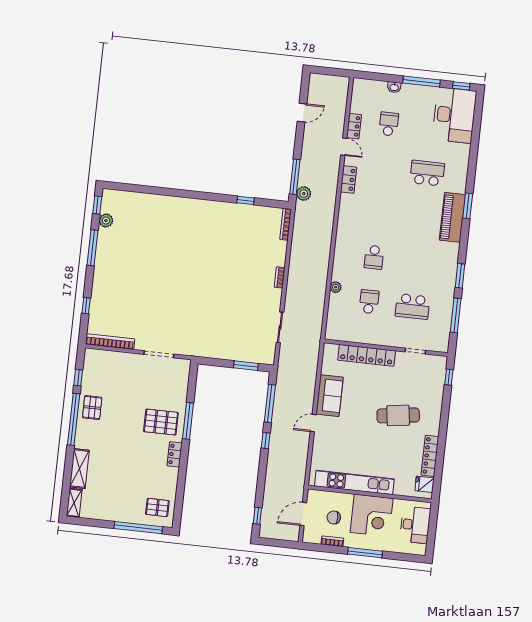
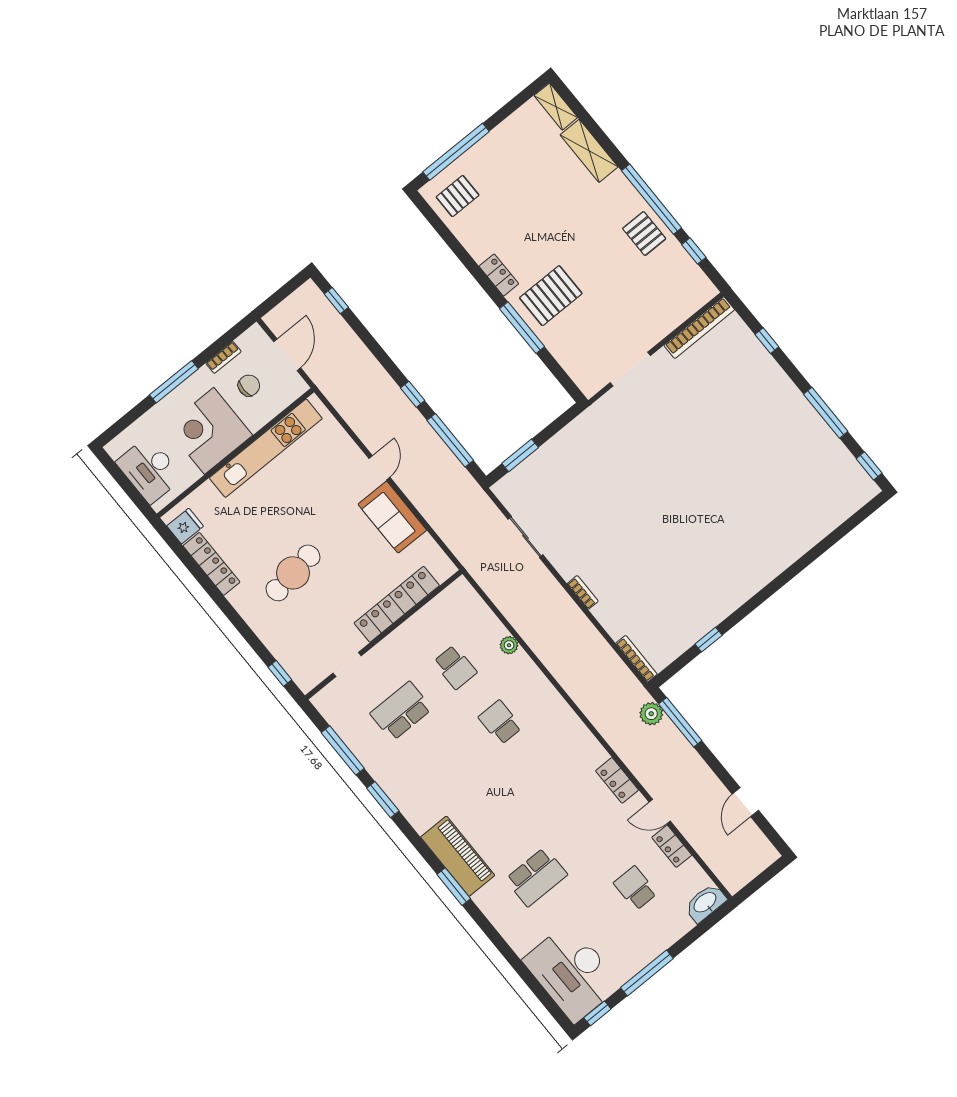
washbasin: (394, 87) -> (705, 903), moved, width x1.91, depth x1.45
school desk: (389, 124) -> (635, 888), turned 180
plant: (106, 221) -> (842, 458), removed

